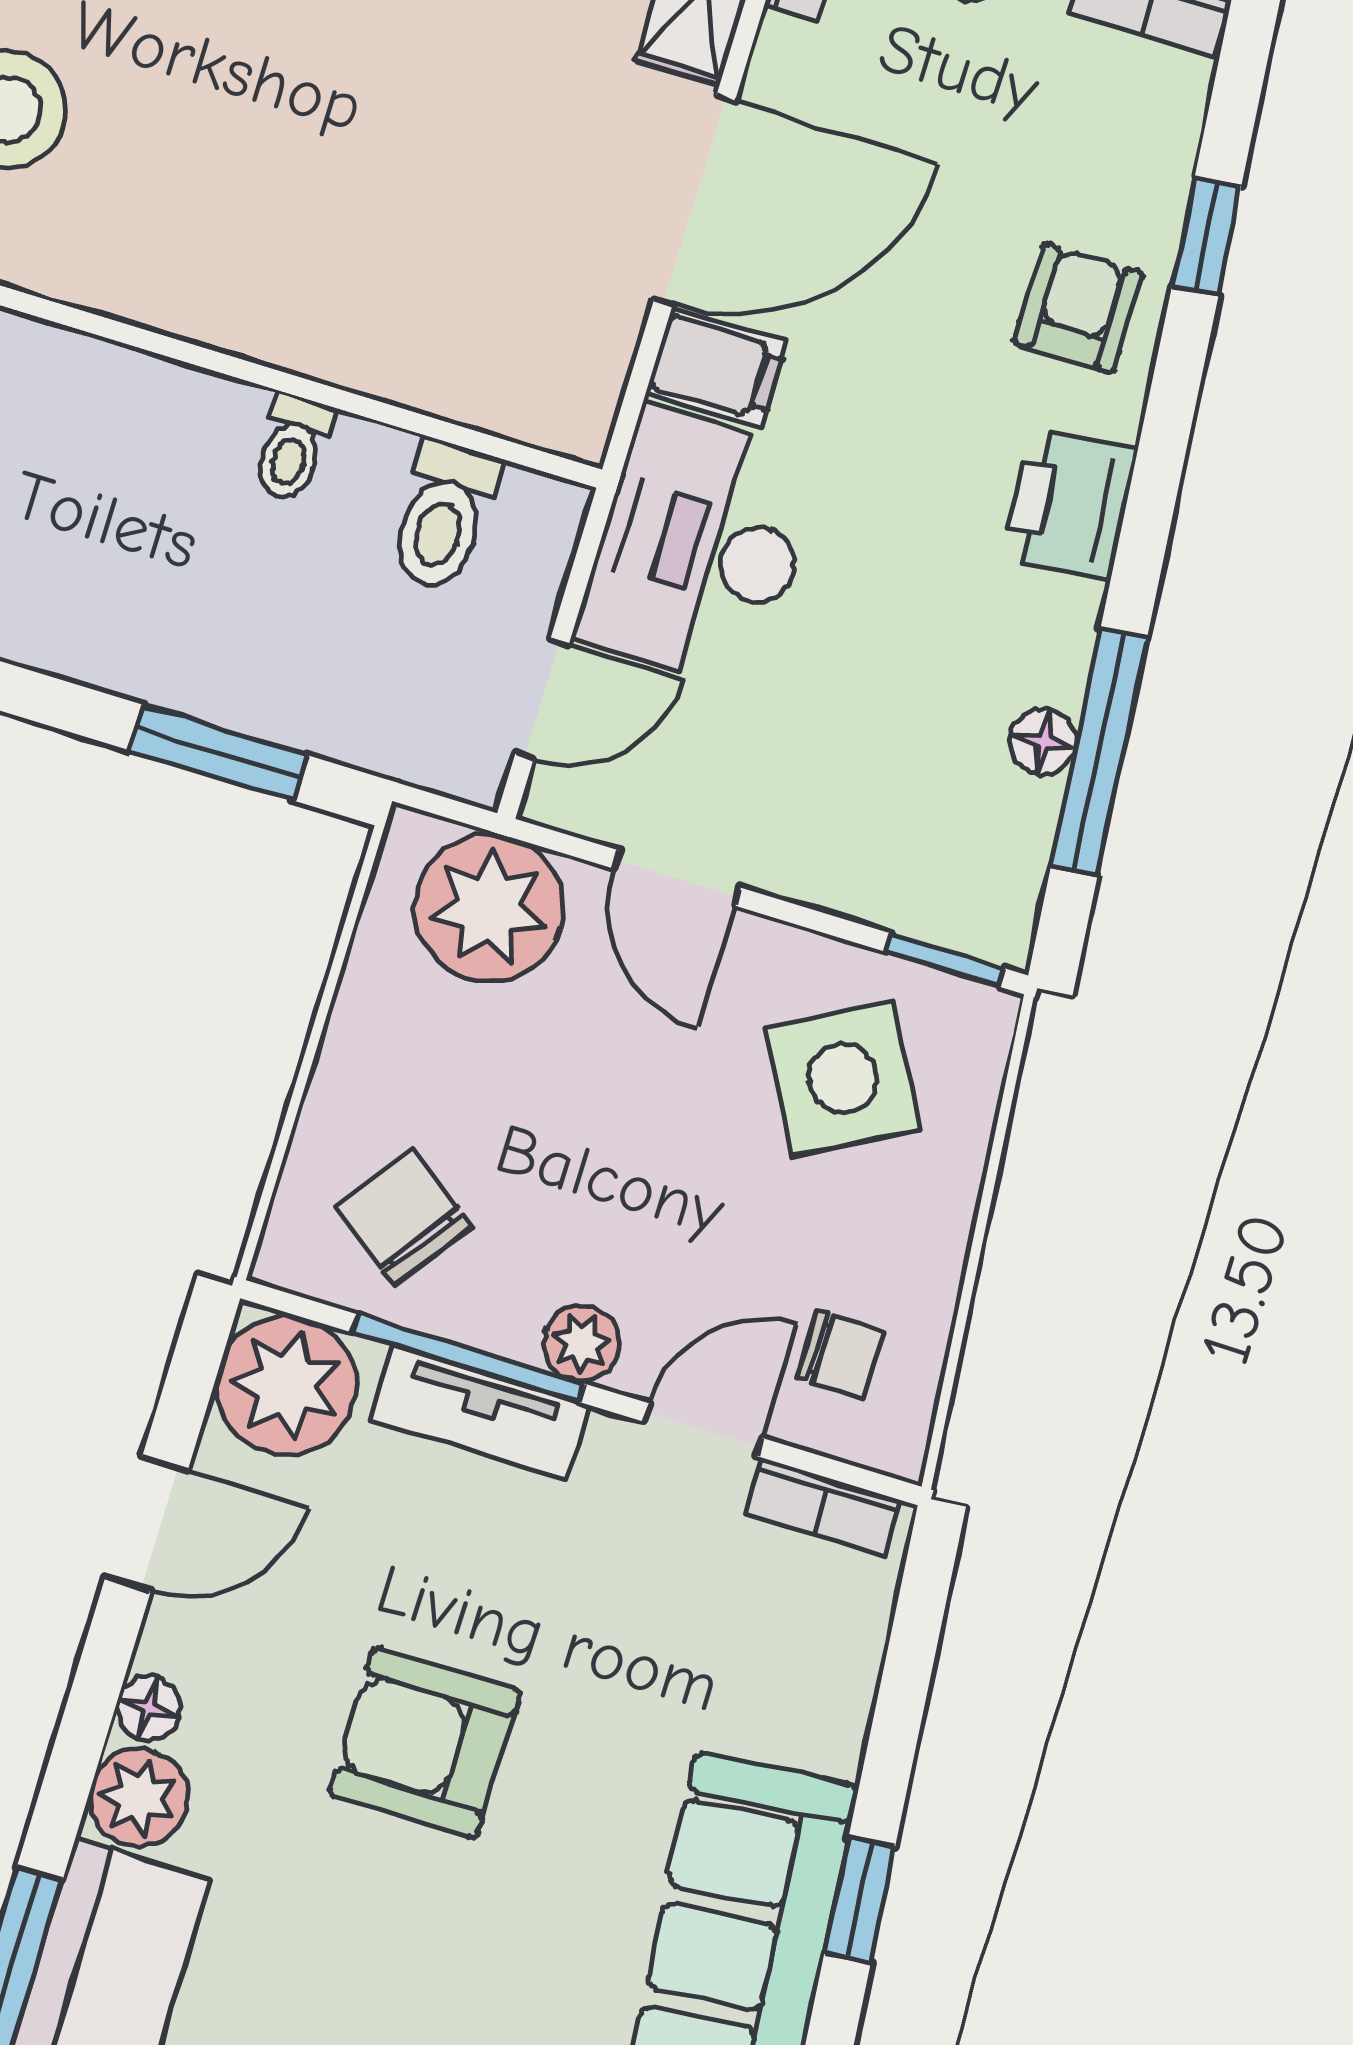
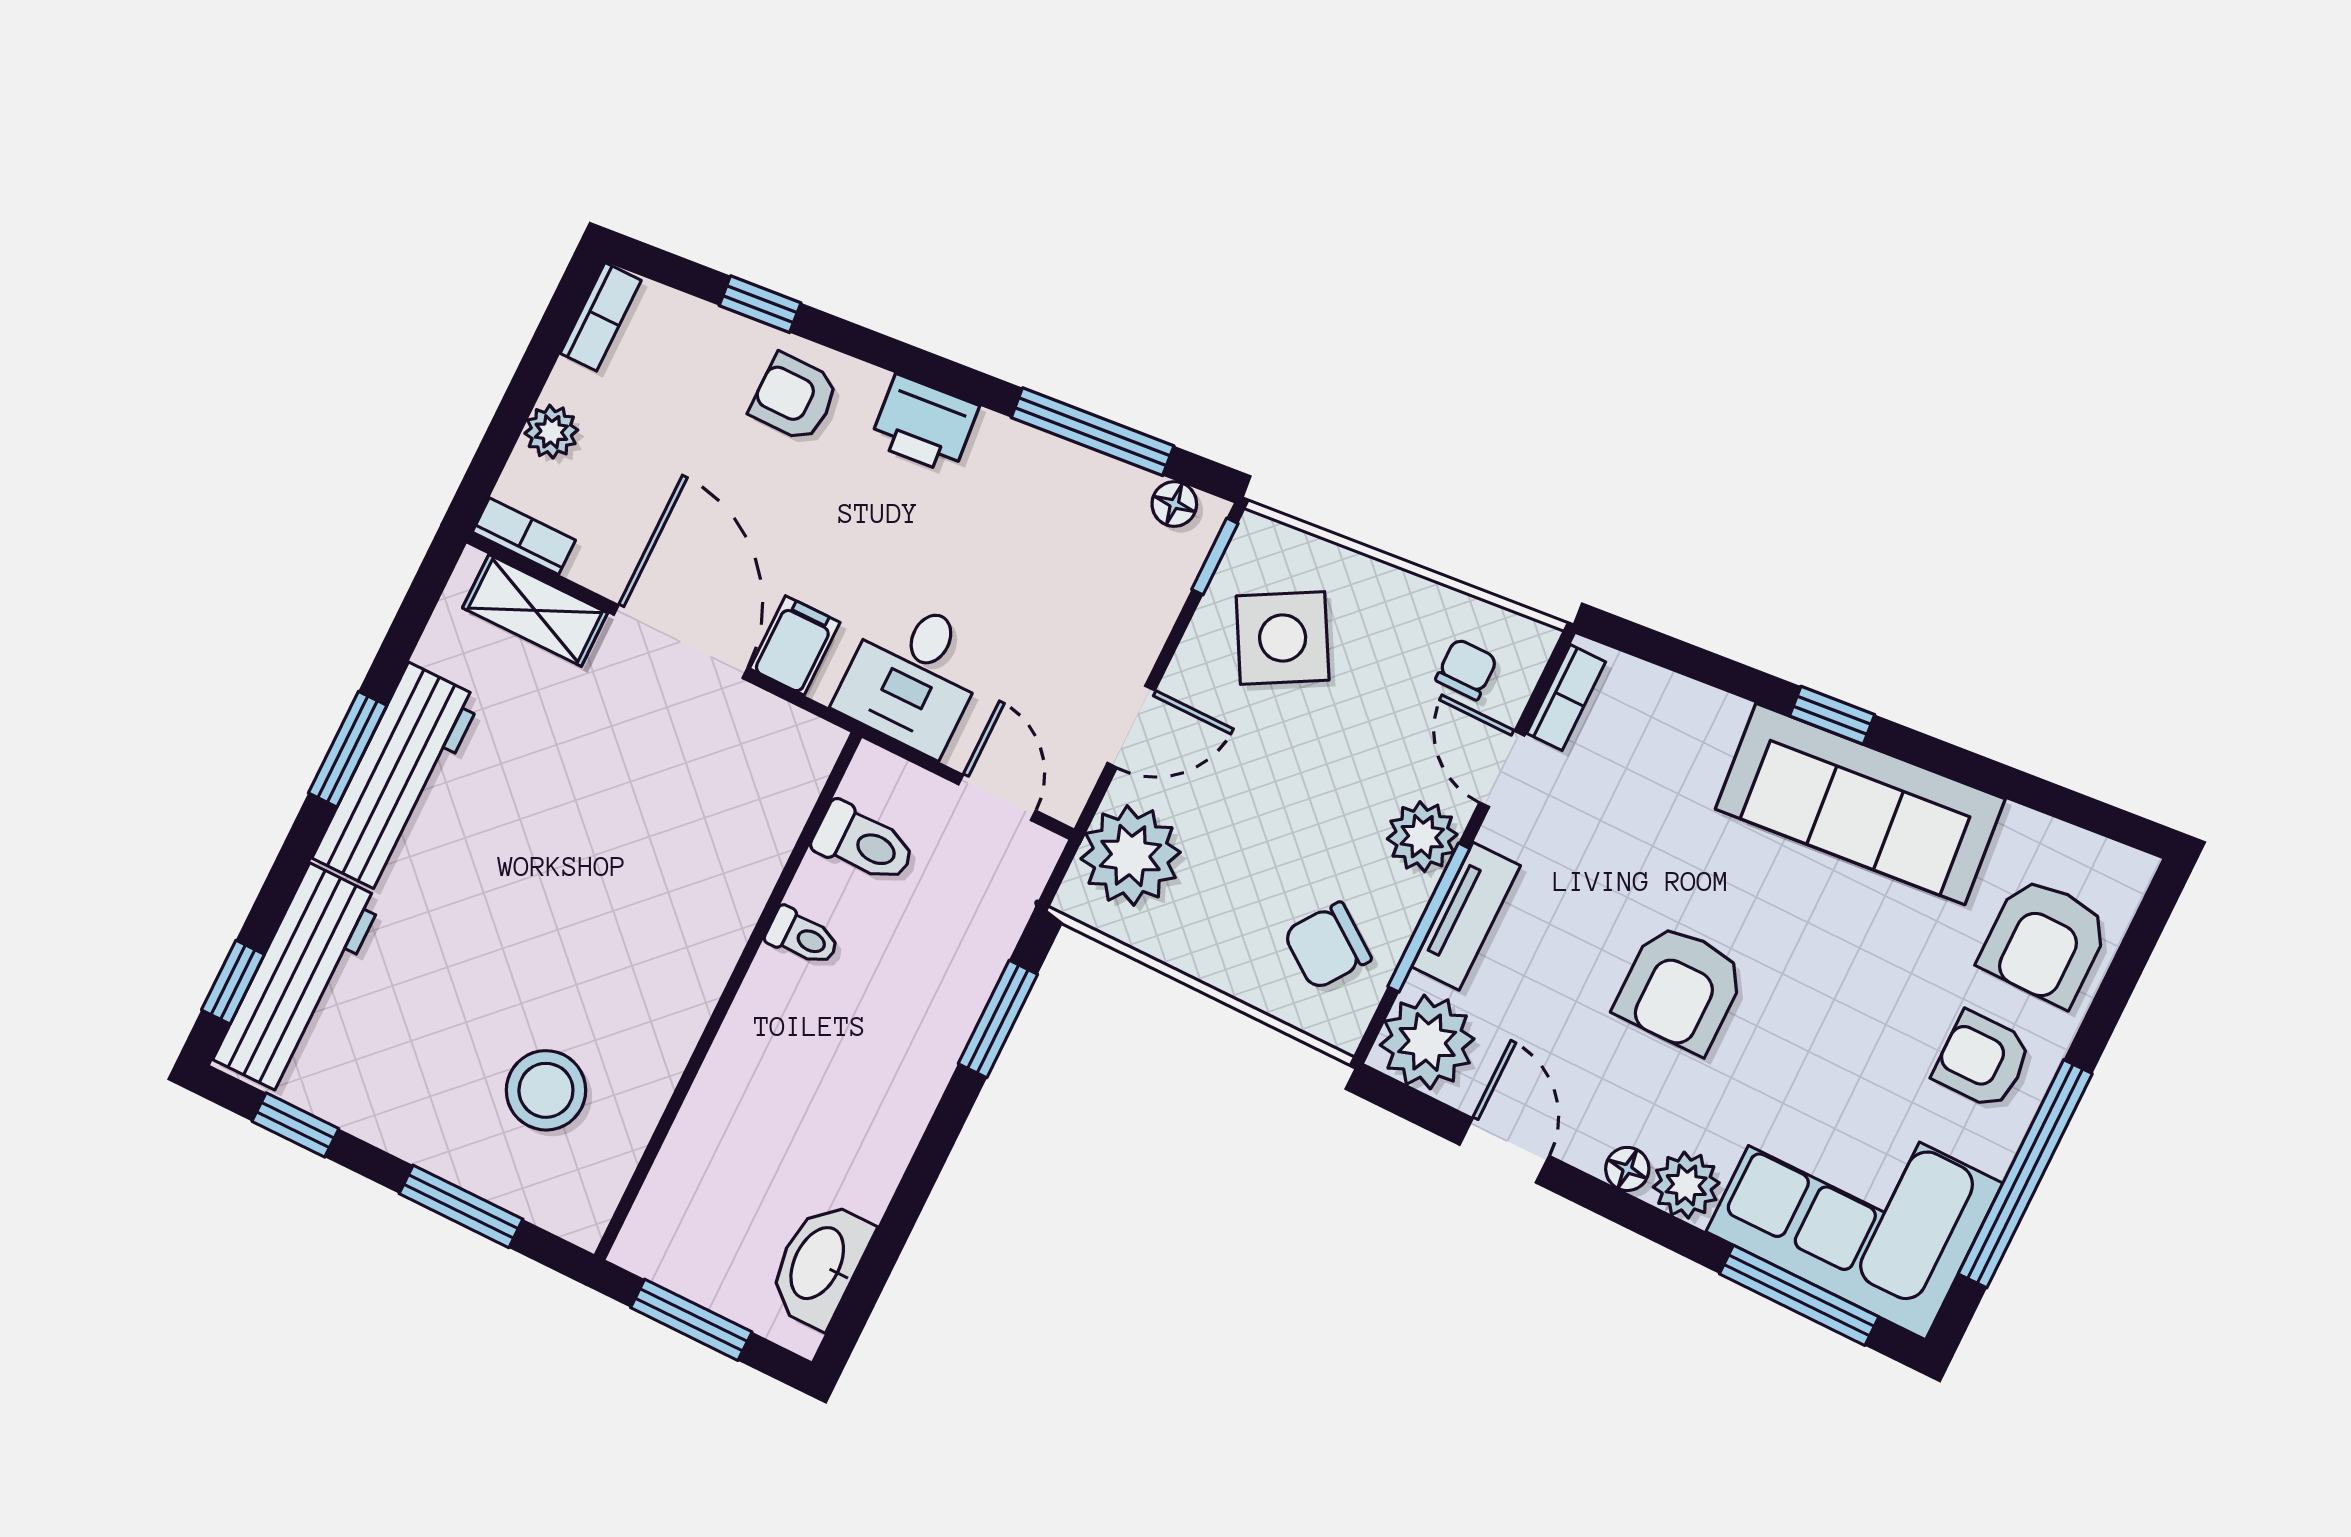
desk: (700, 547) -> (913, 676), width x0.73
floor lamp: (1043, 742) -> (1174, 504), moved
plant: (581, 1343) -> (1422, 837), width x1.38, depth x1.38

